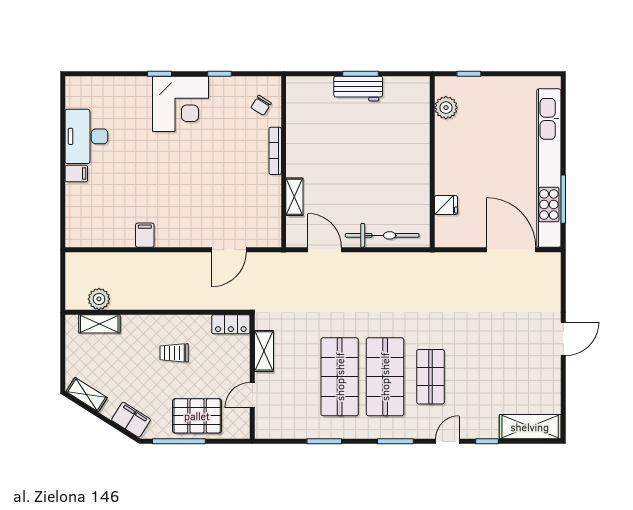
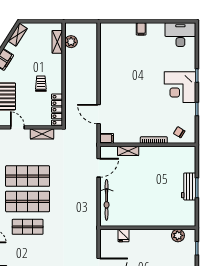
desk: (86, 136) -> (180, 35), moved
filing cabinet: (145, 235) -> (107, 138), moved
locker: (231, 324) -> (57, 110), width x1.53

